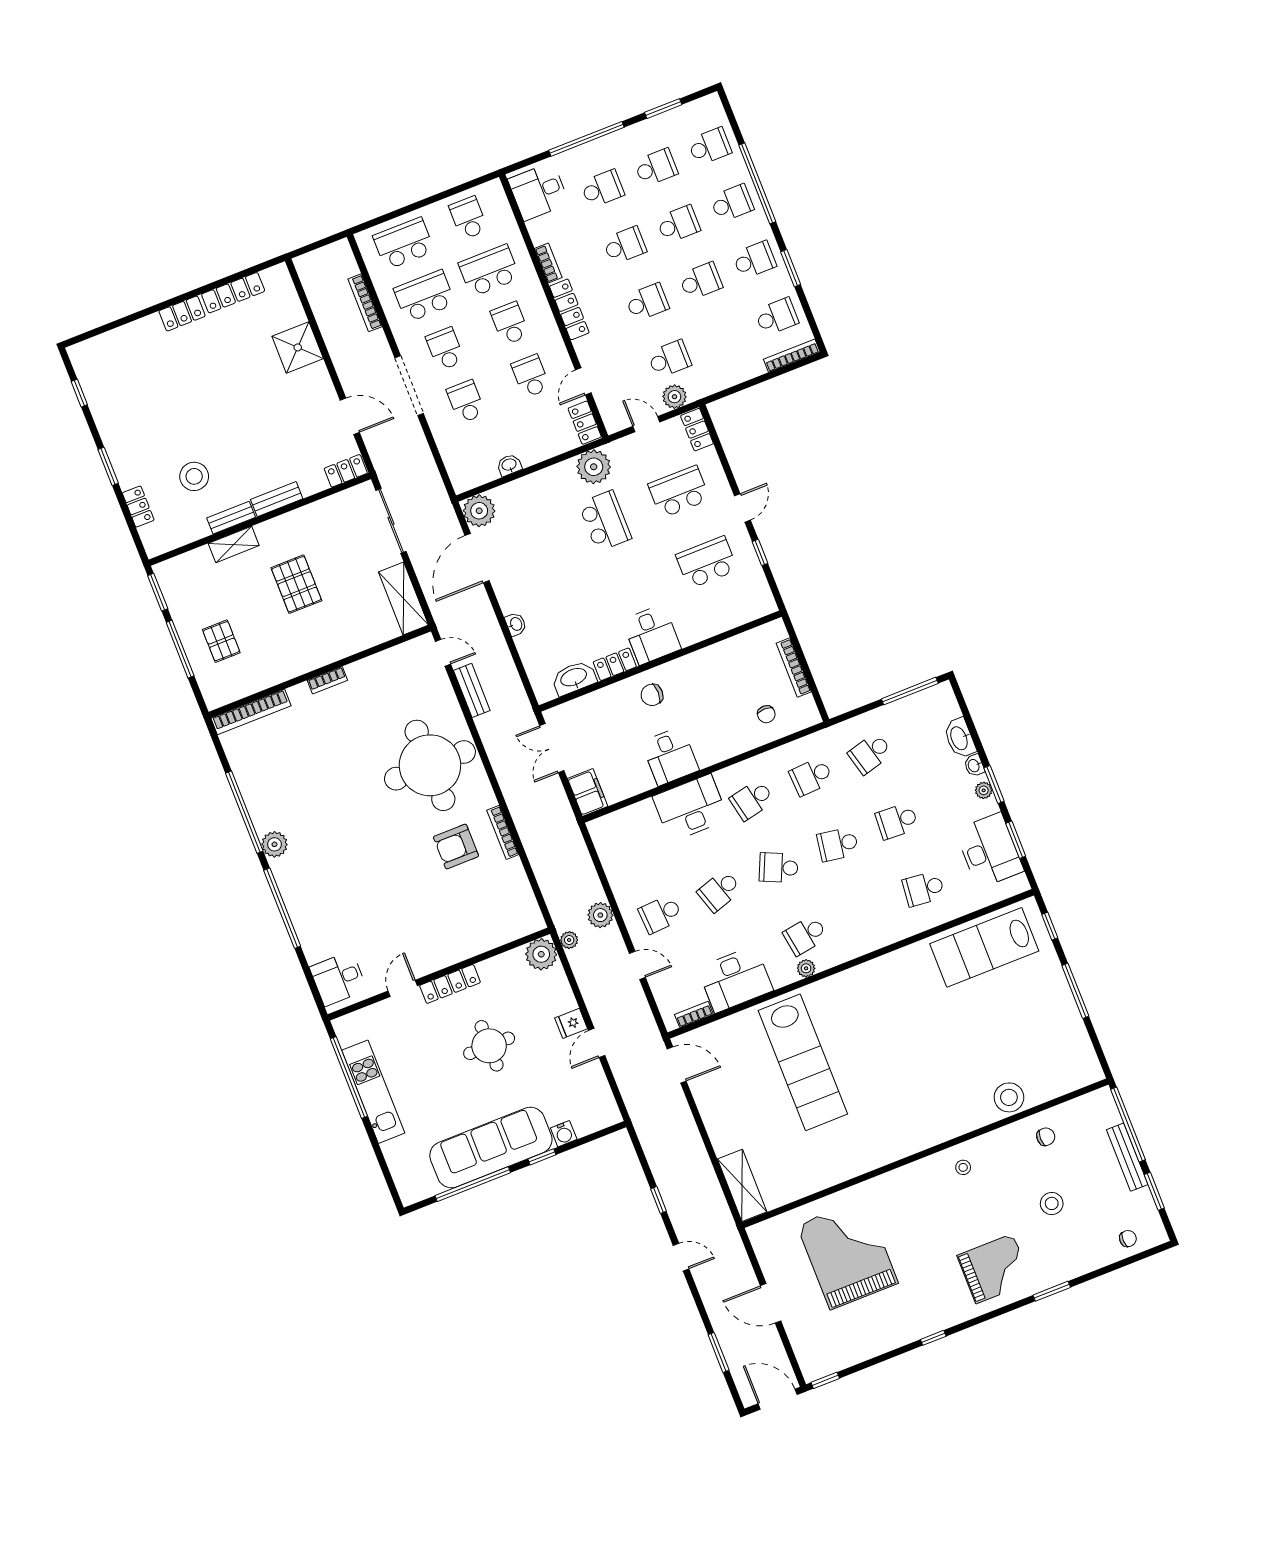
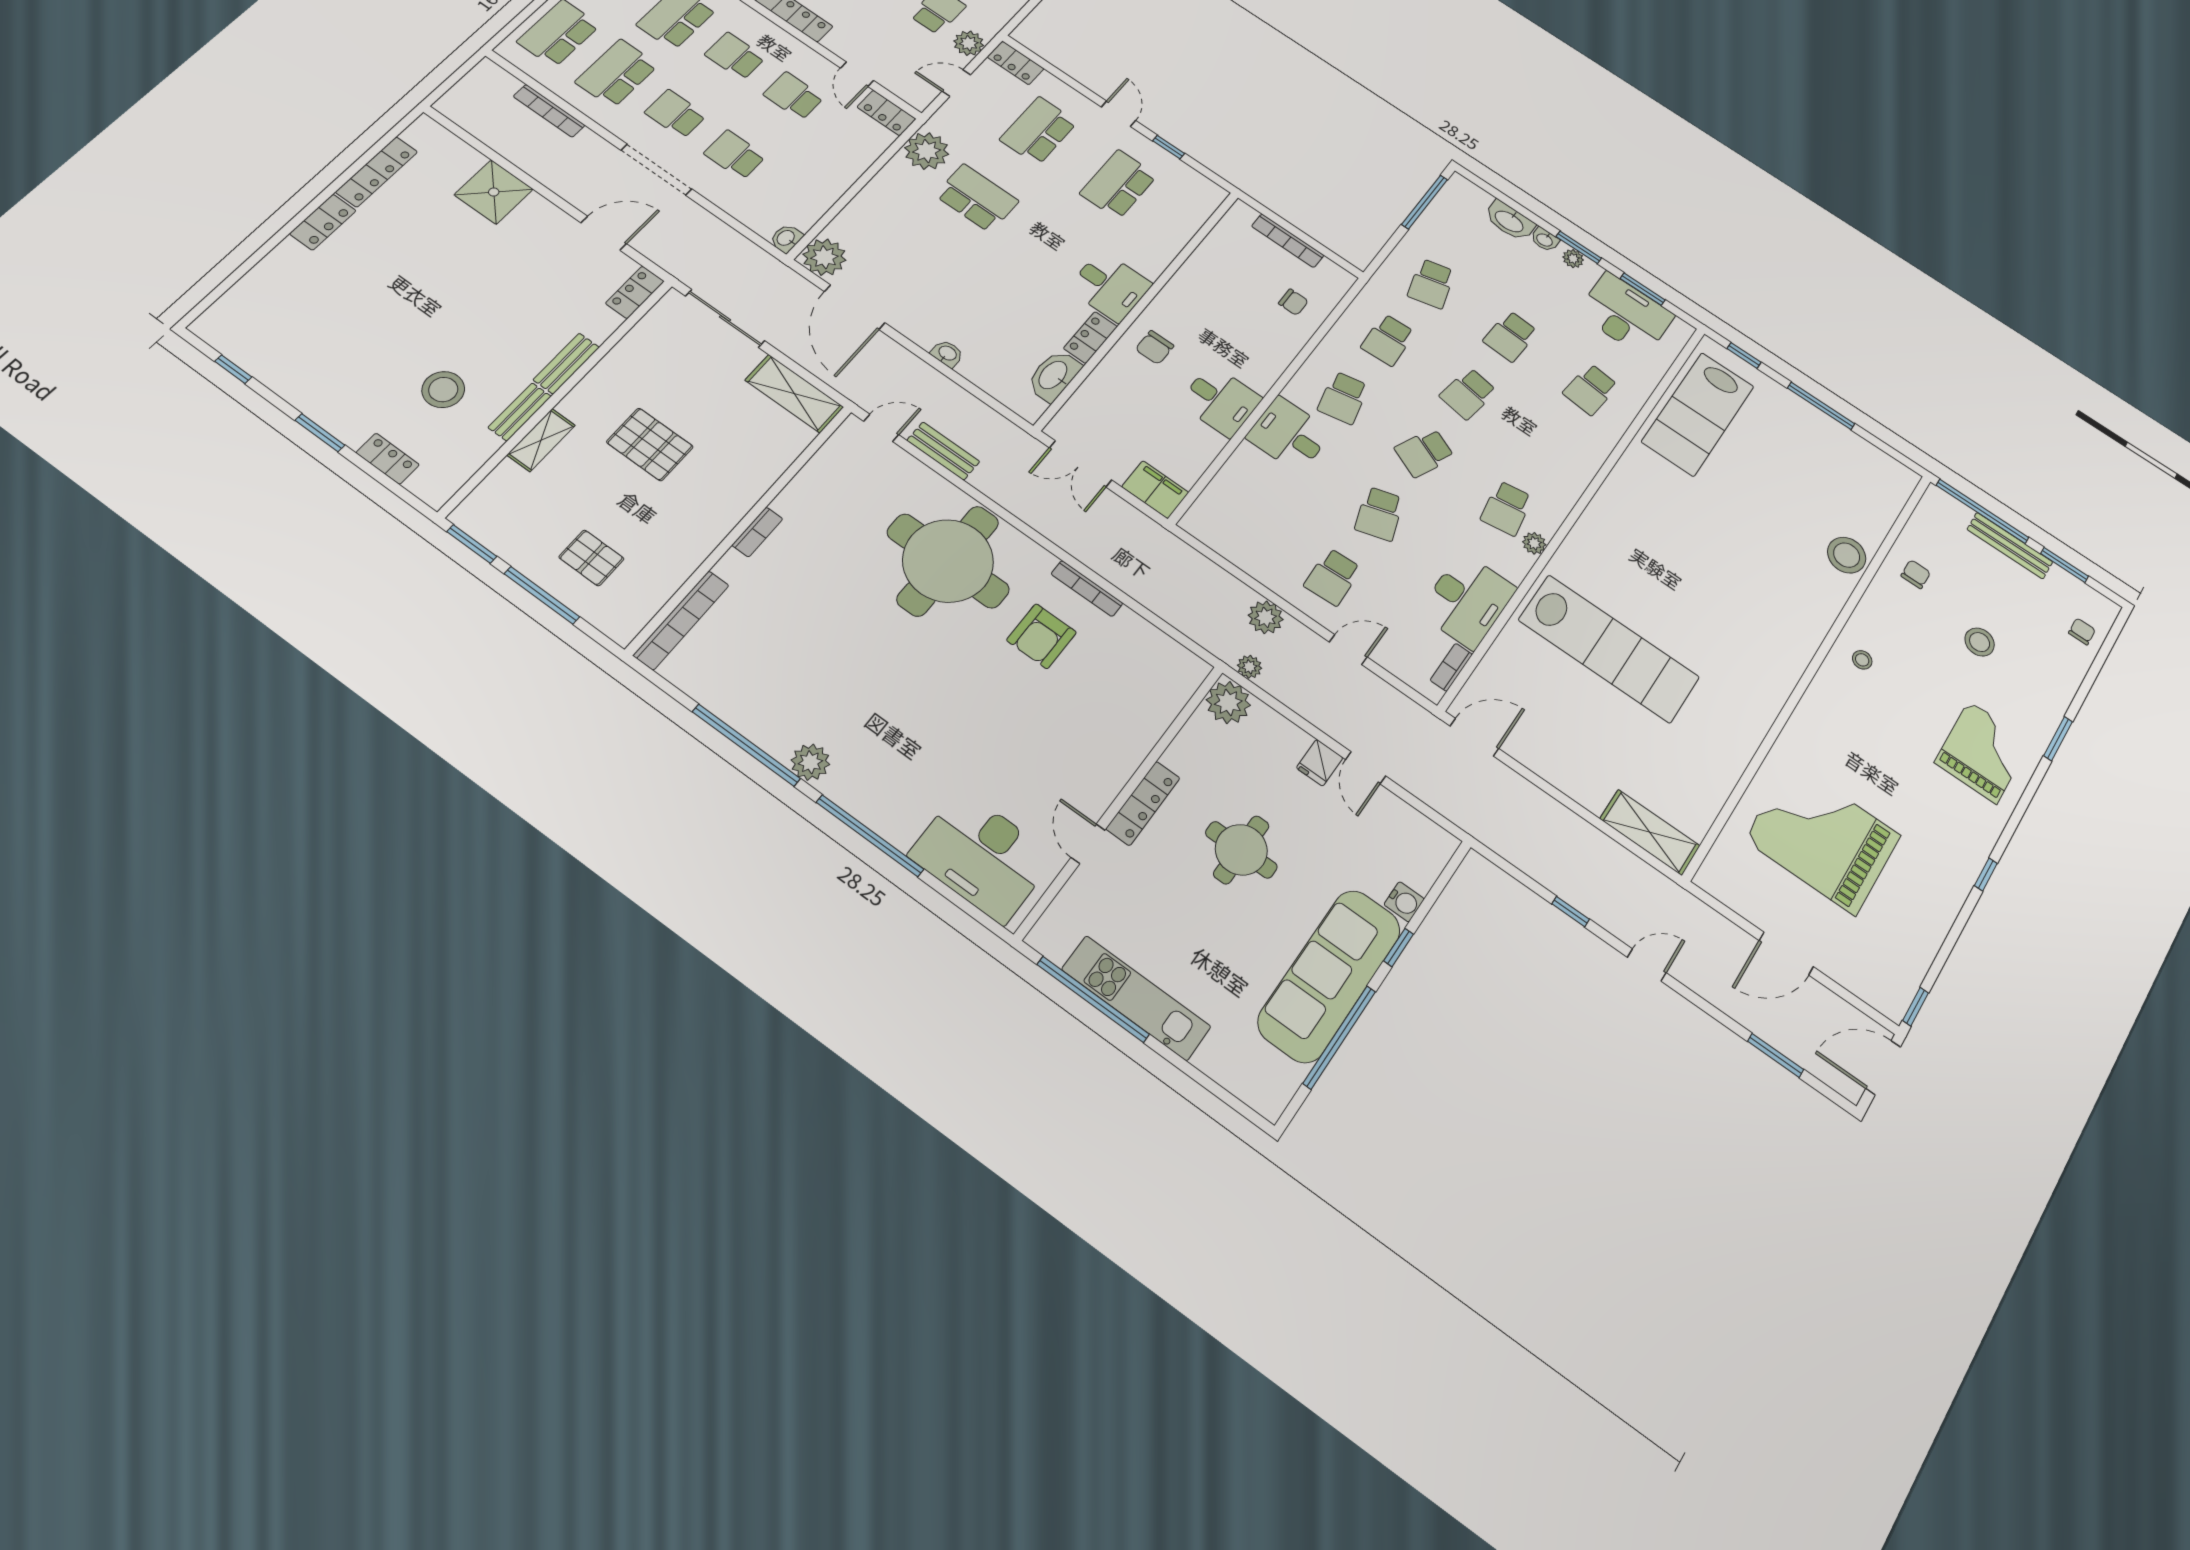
washbasin: (509, 465) -> (786, 238), moved
desk: (691, 808) -> (1289, 435), width x0.73
desk: (338, 979) -> (982, 856), width x1.87, depth x1.30

